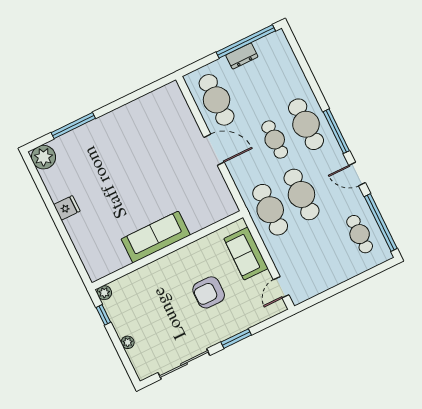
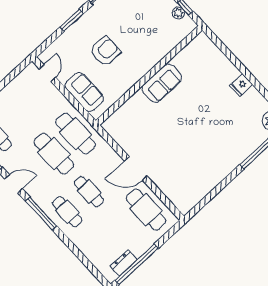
dresser: (242, 56) -> (124, 263), moved
cafe table: (306, 124) -> (67, 212), width x0.73, depth x0.74
sofa: (156, 237) -> (162, 83), width x0.73
plant: (104, 293) -> (178, 13), moved

